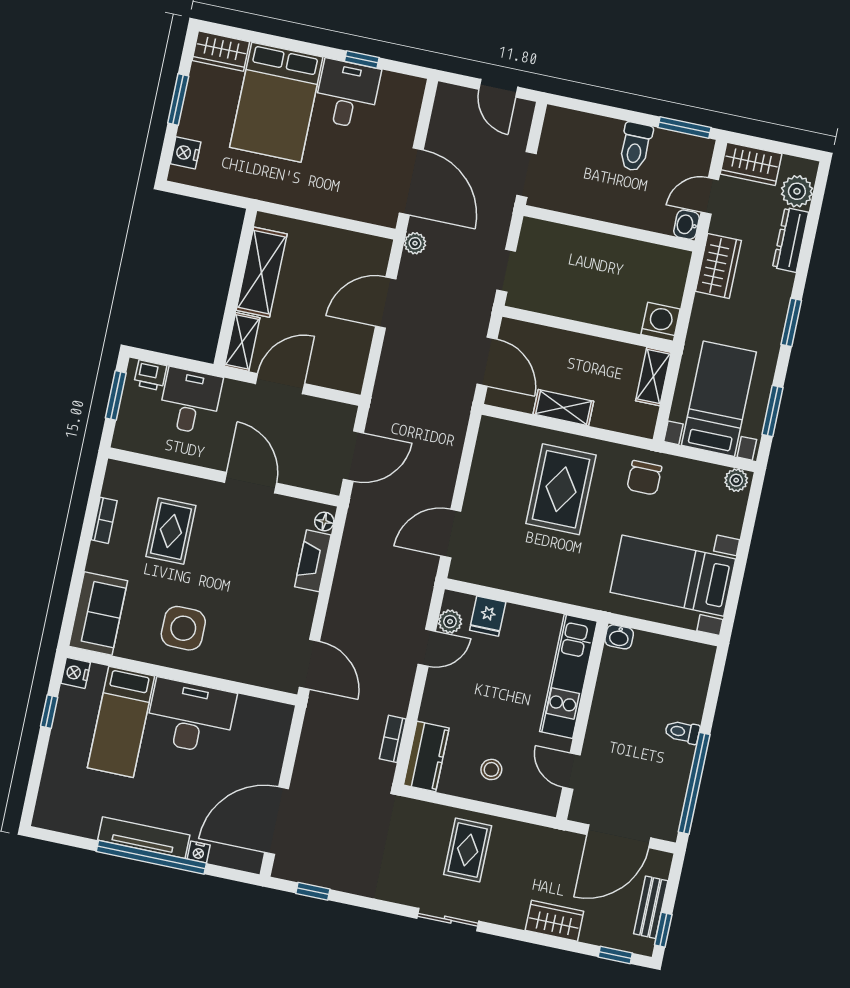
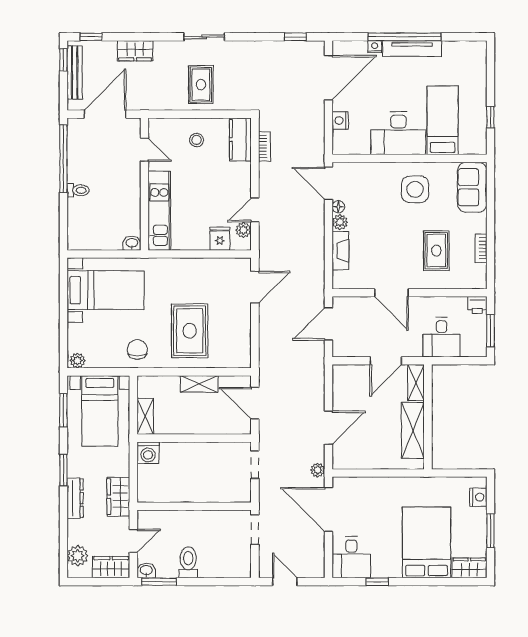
desk: (347, 94) -> (351, 557), moved
washbasin: (687, 225) -> (146, 571), moved, turned -90
dresser: (791, 240) -> (75, 498), moved
printer: (150, 375) -> (477, 305), moved, turned 180
floor lamp: (324, 521) -> (338, 207), moved
plant: (305, 603) -> (340, 222), added
nightstand: (76, 673) -> (340, 120), moved, turned 180
bench: (651, 907) -> (75, 73), width x1.36

